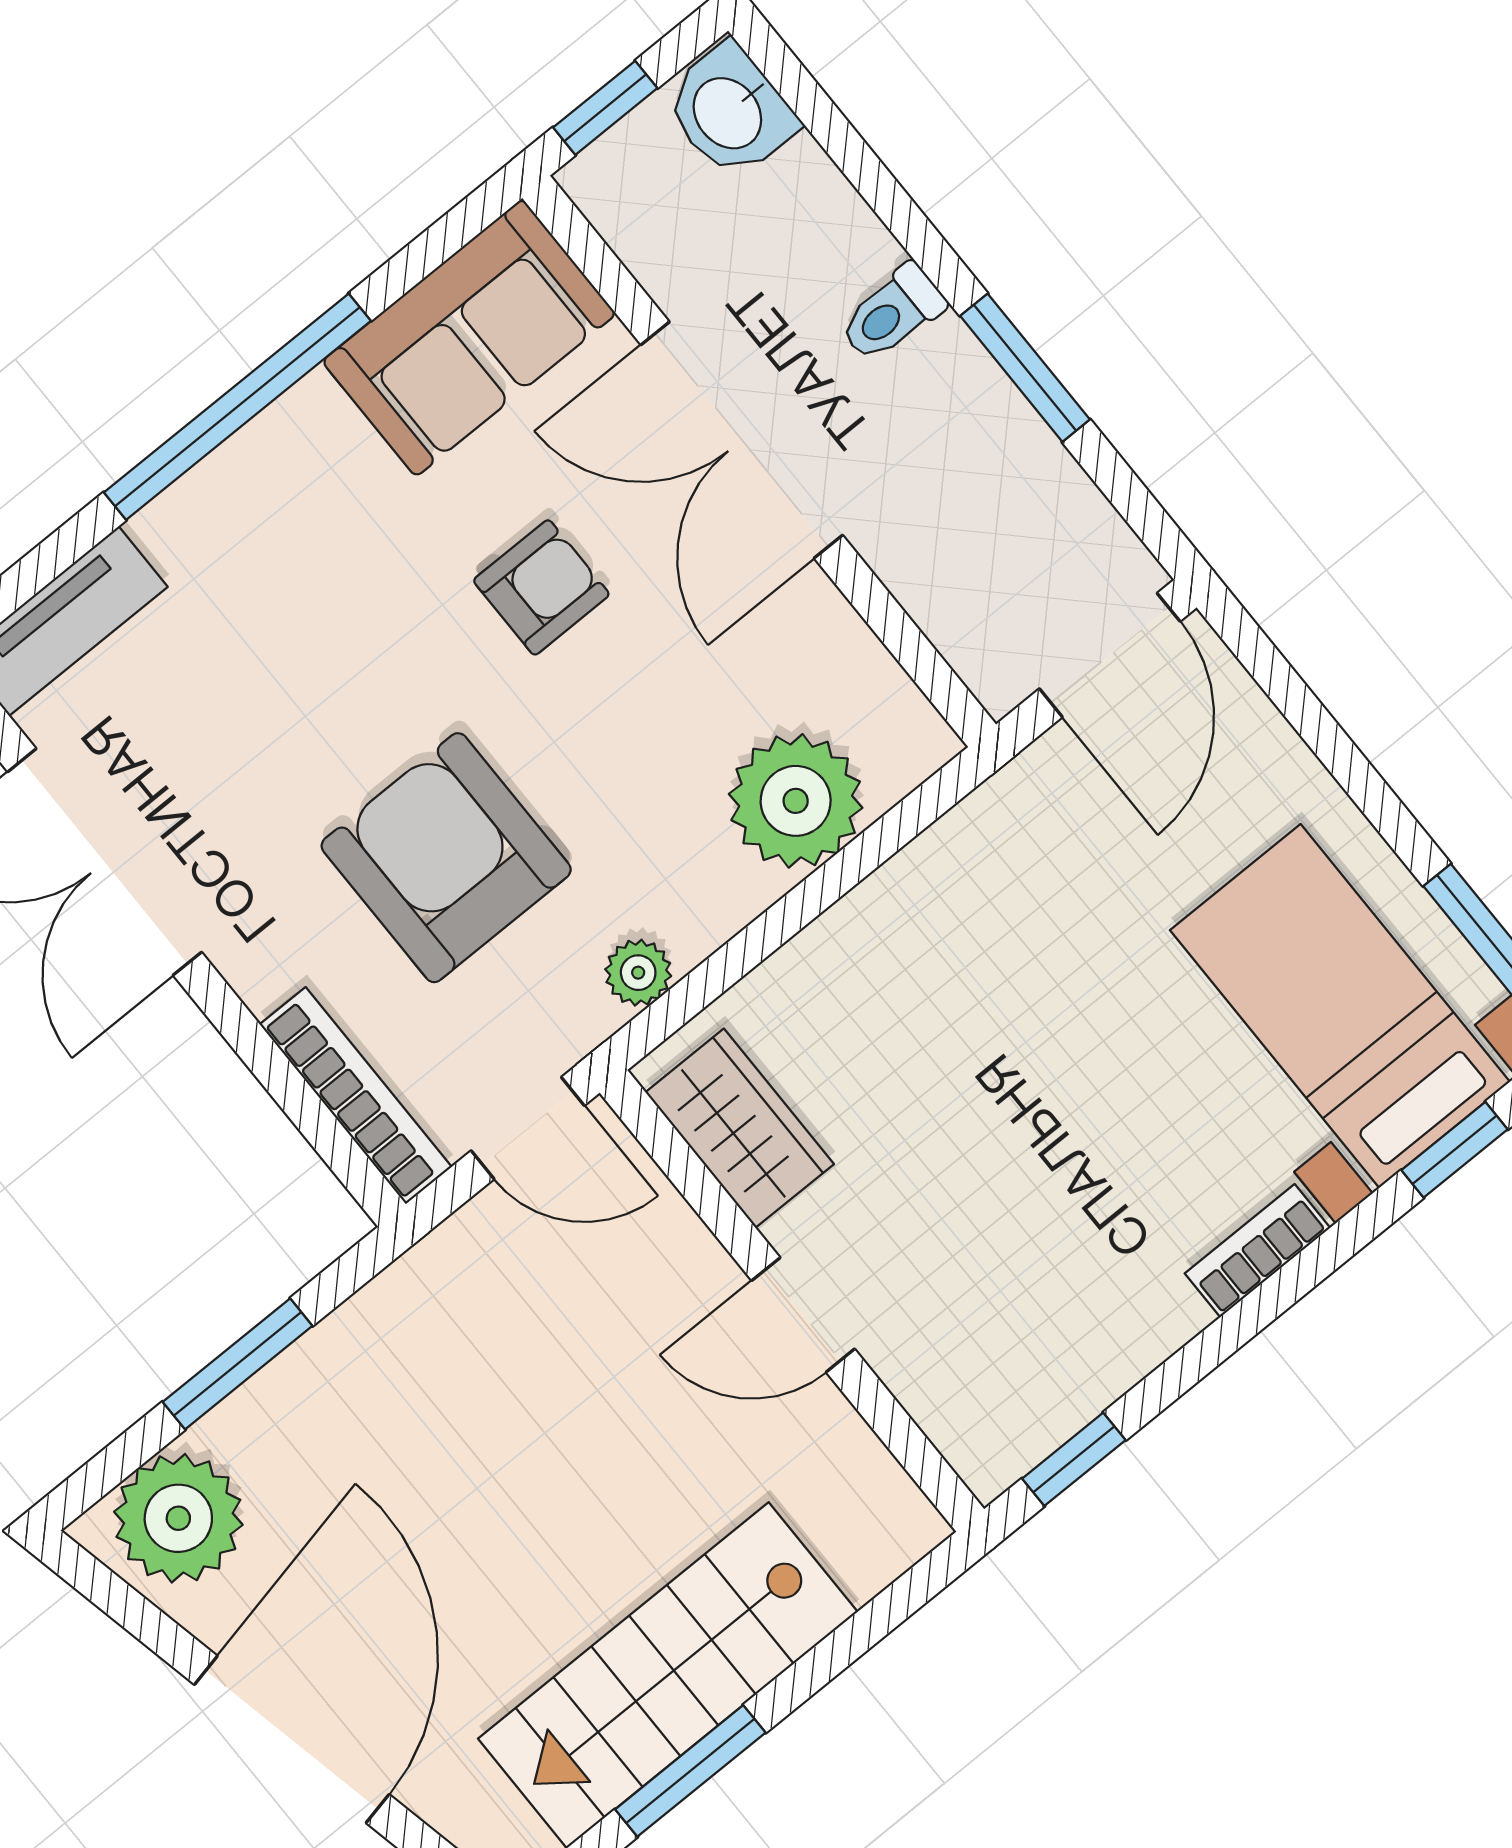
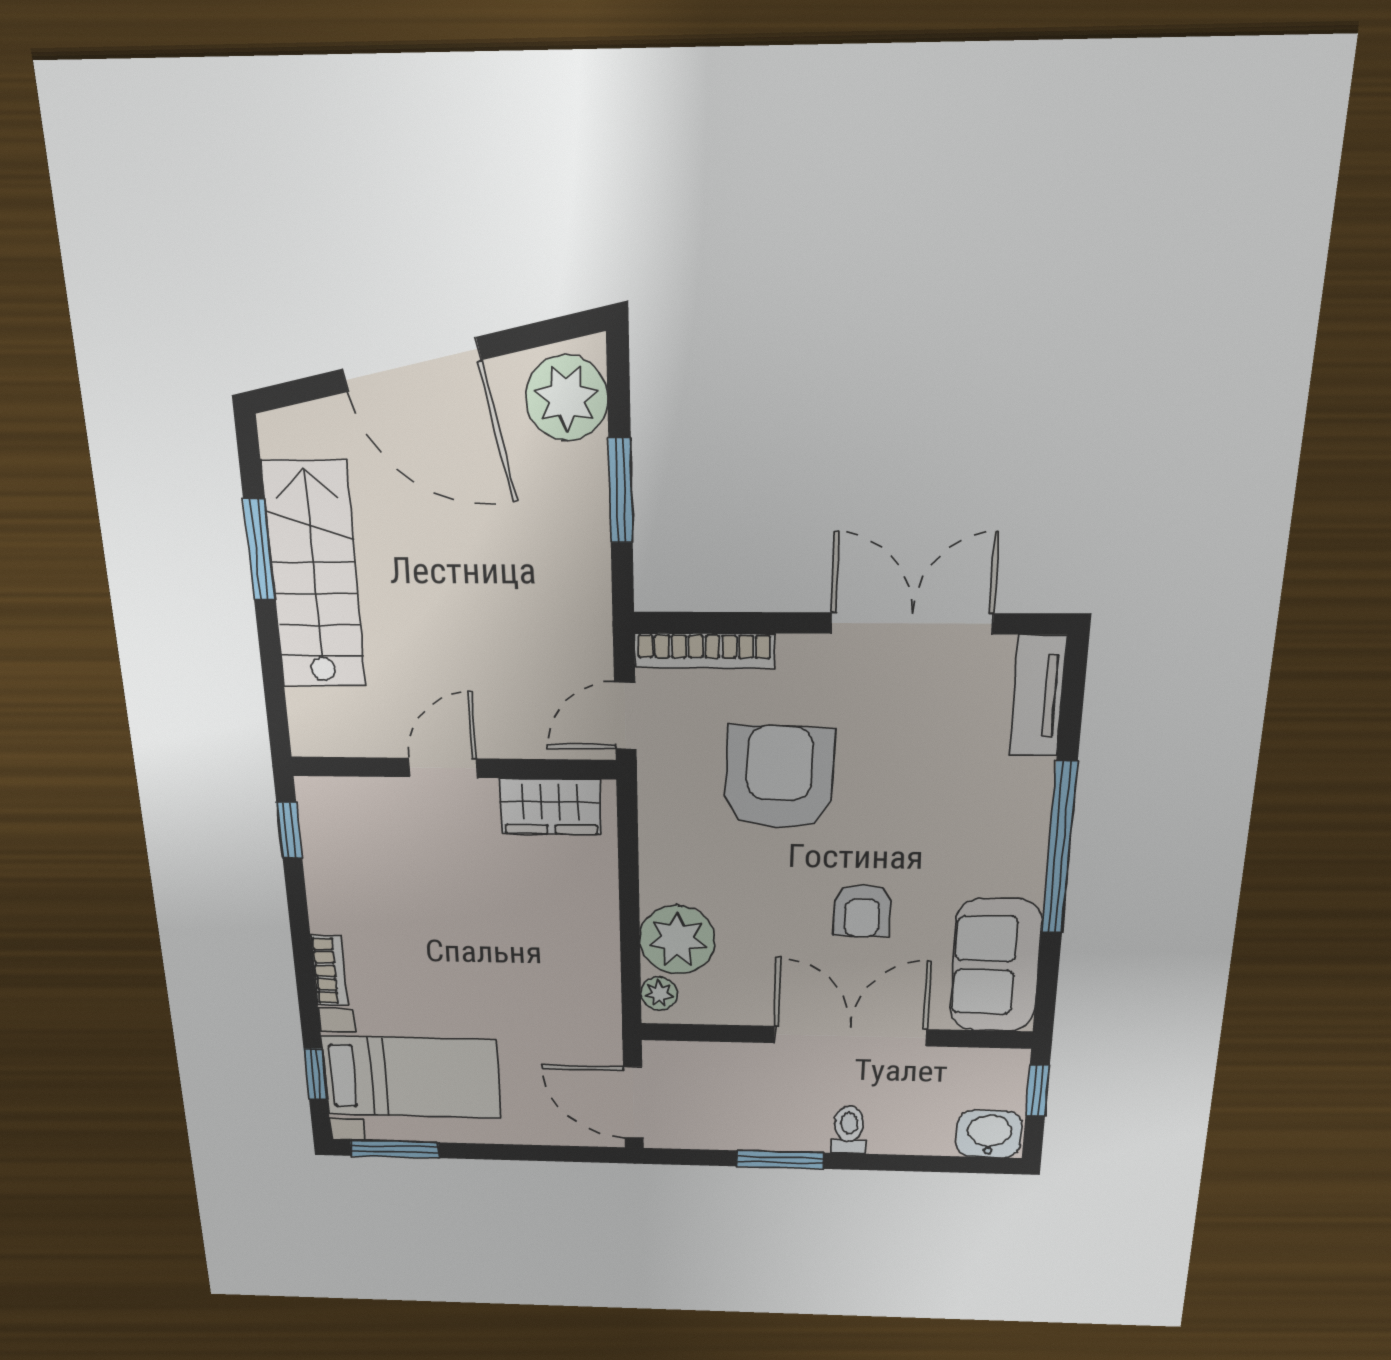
armchair: (446, 858) -> (779, 778), turned -88
plant: (638, 973) -> (659, 994), moved

